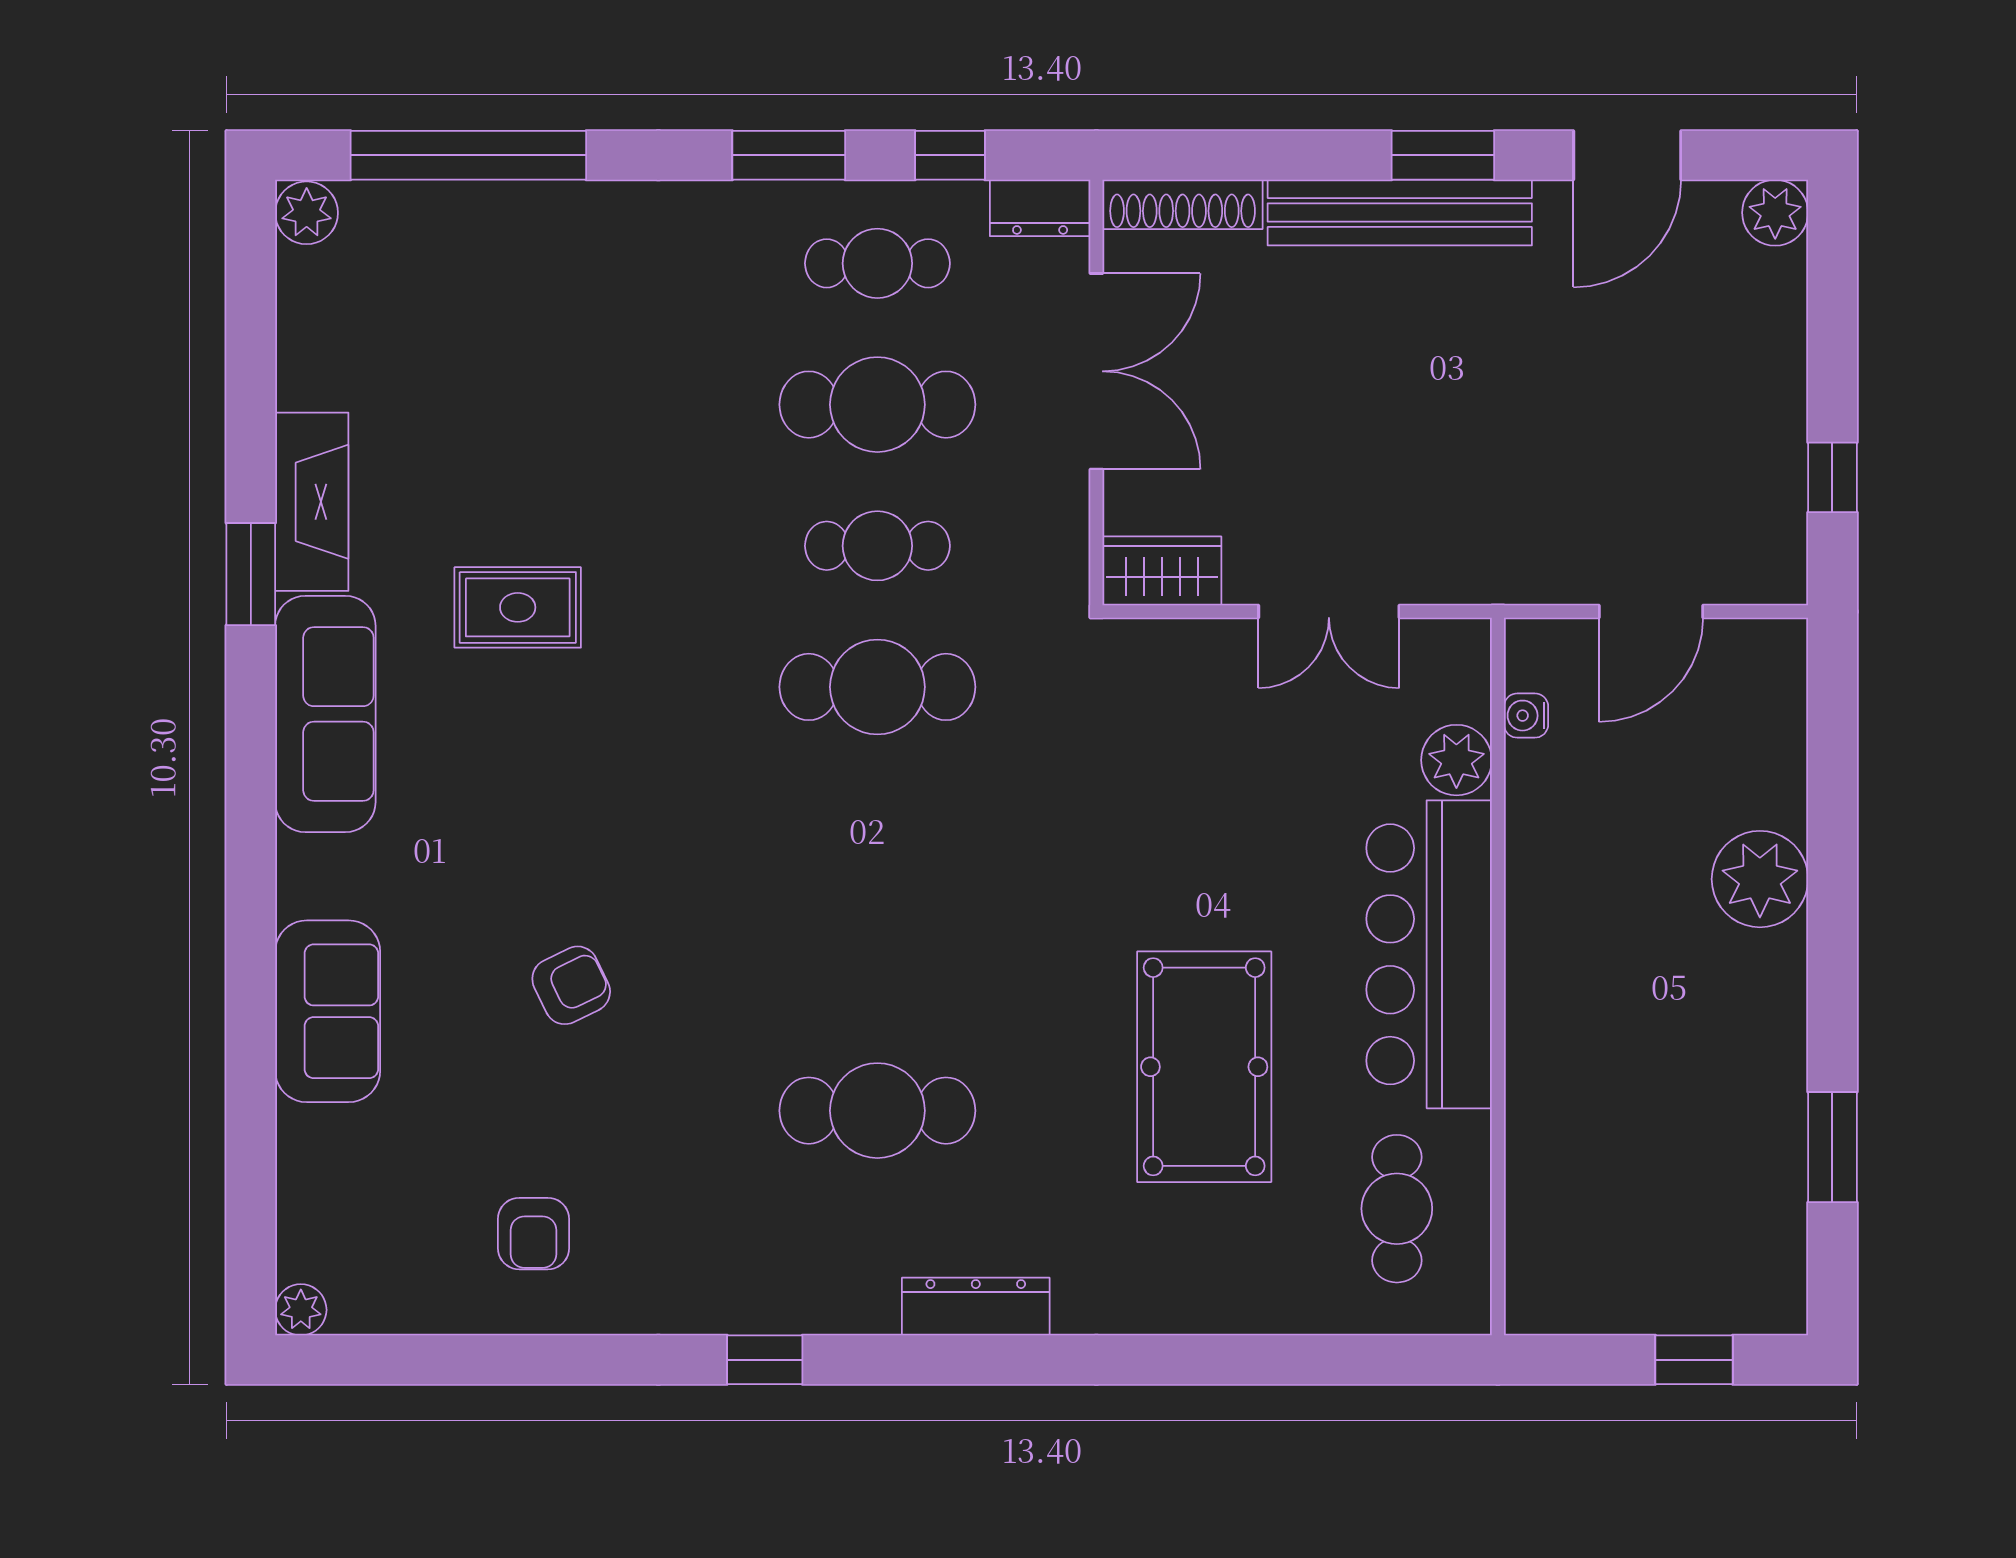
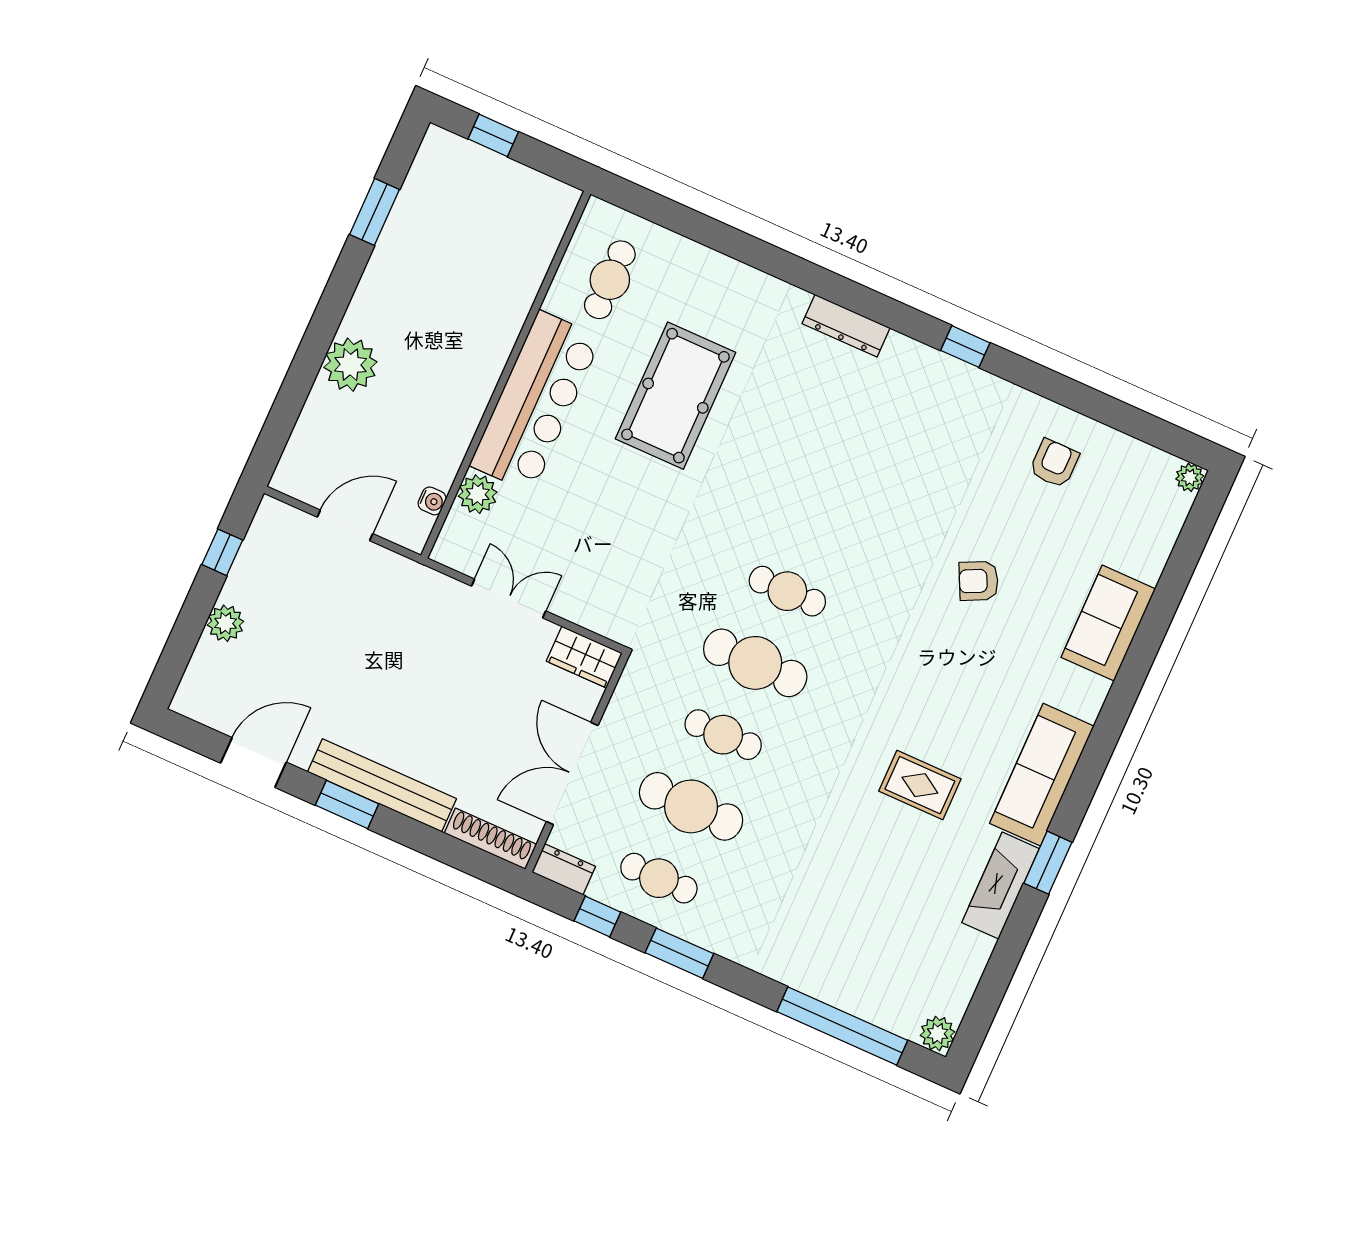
plant: (1775, 213) -> (226, 623), moved
cafe table: (877, 1111) -> (787, 591), moved, width x0.73, depth x0.74

